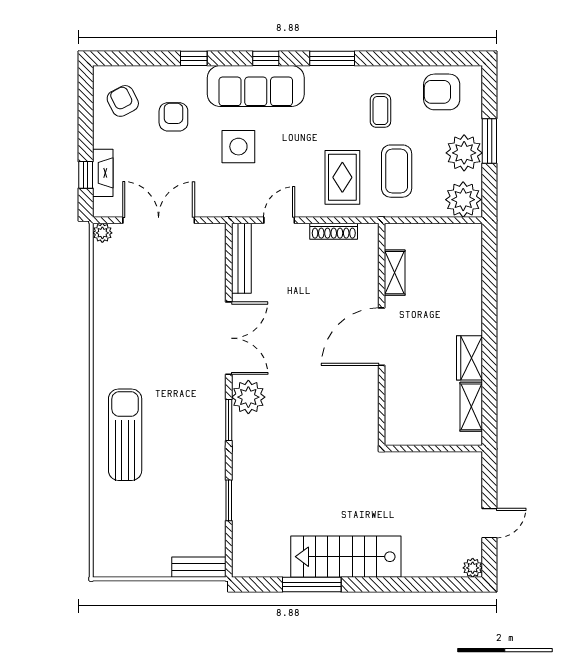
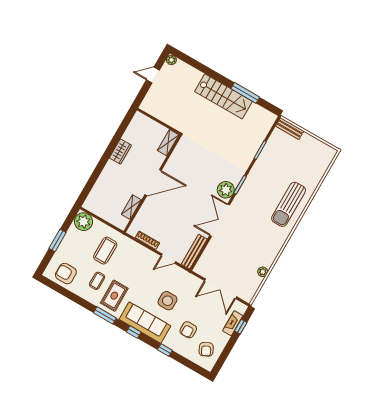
armchair: (442, 92) -> (66, 274), turned 180
plant: (464, 153) -> (71, 242), removed
rug: (342, 177) -> (114, 296), moved
plant: (102, 233) -> (263, 272), moved
shelving: (471, 407) -> (168, 143), moved

